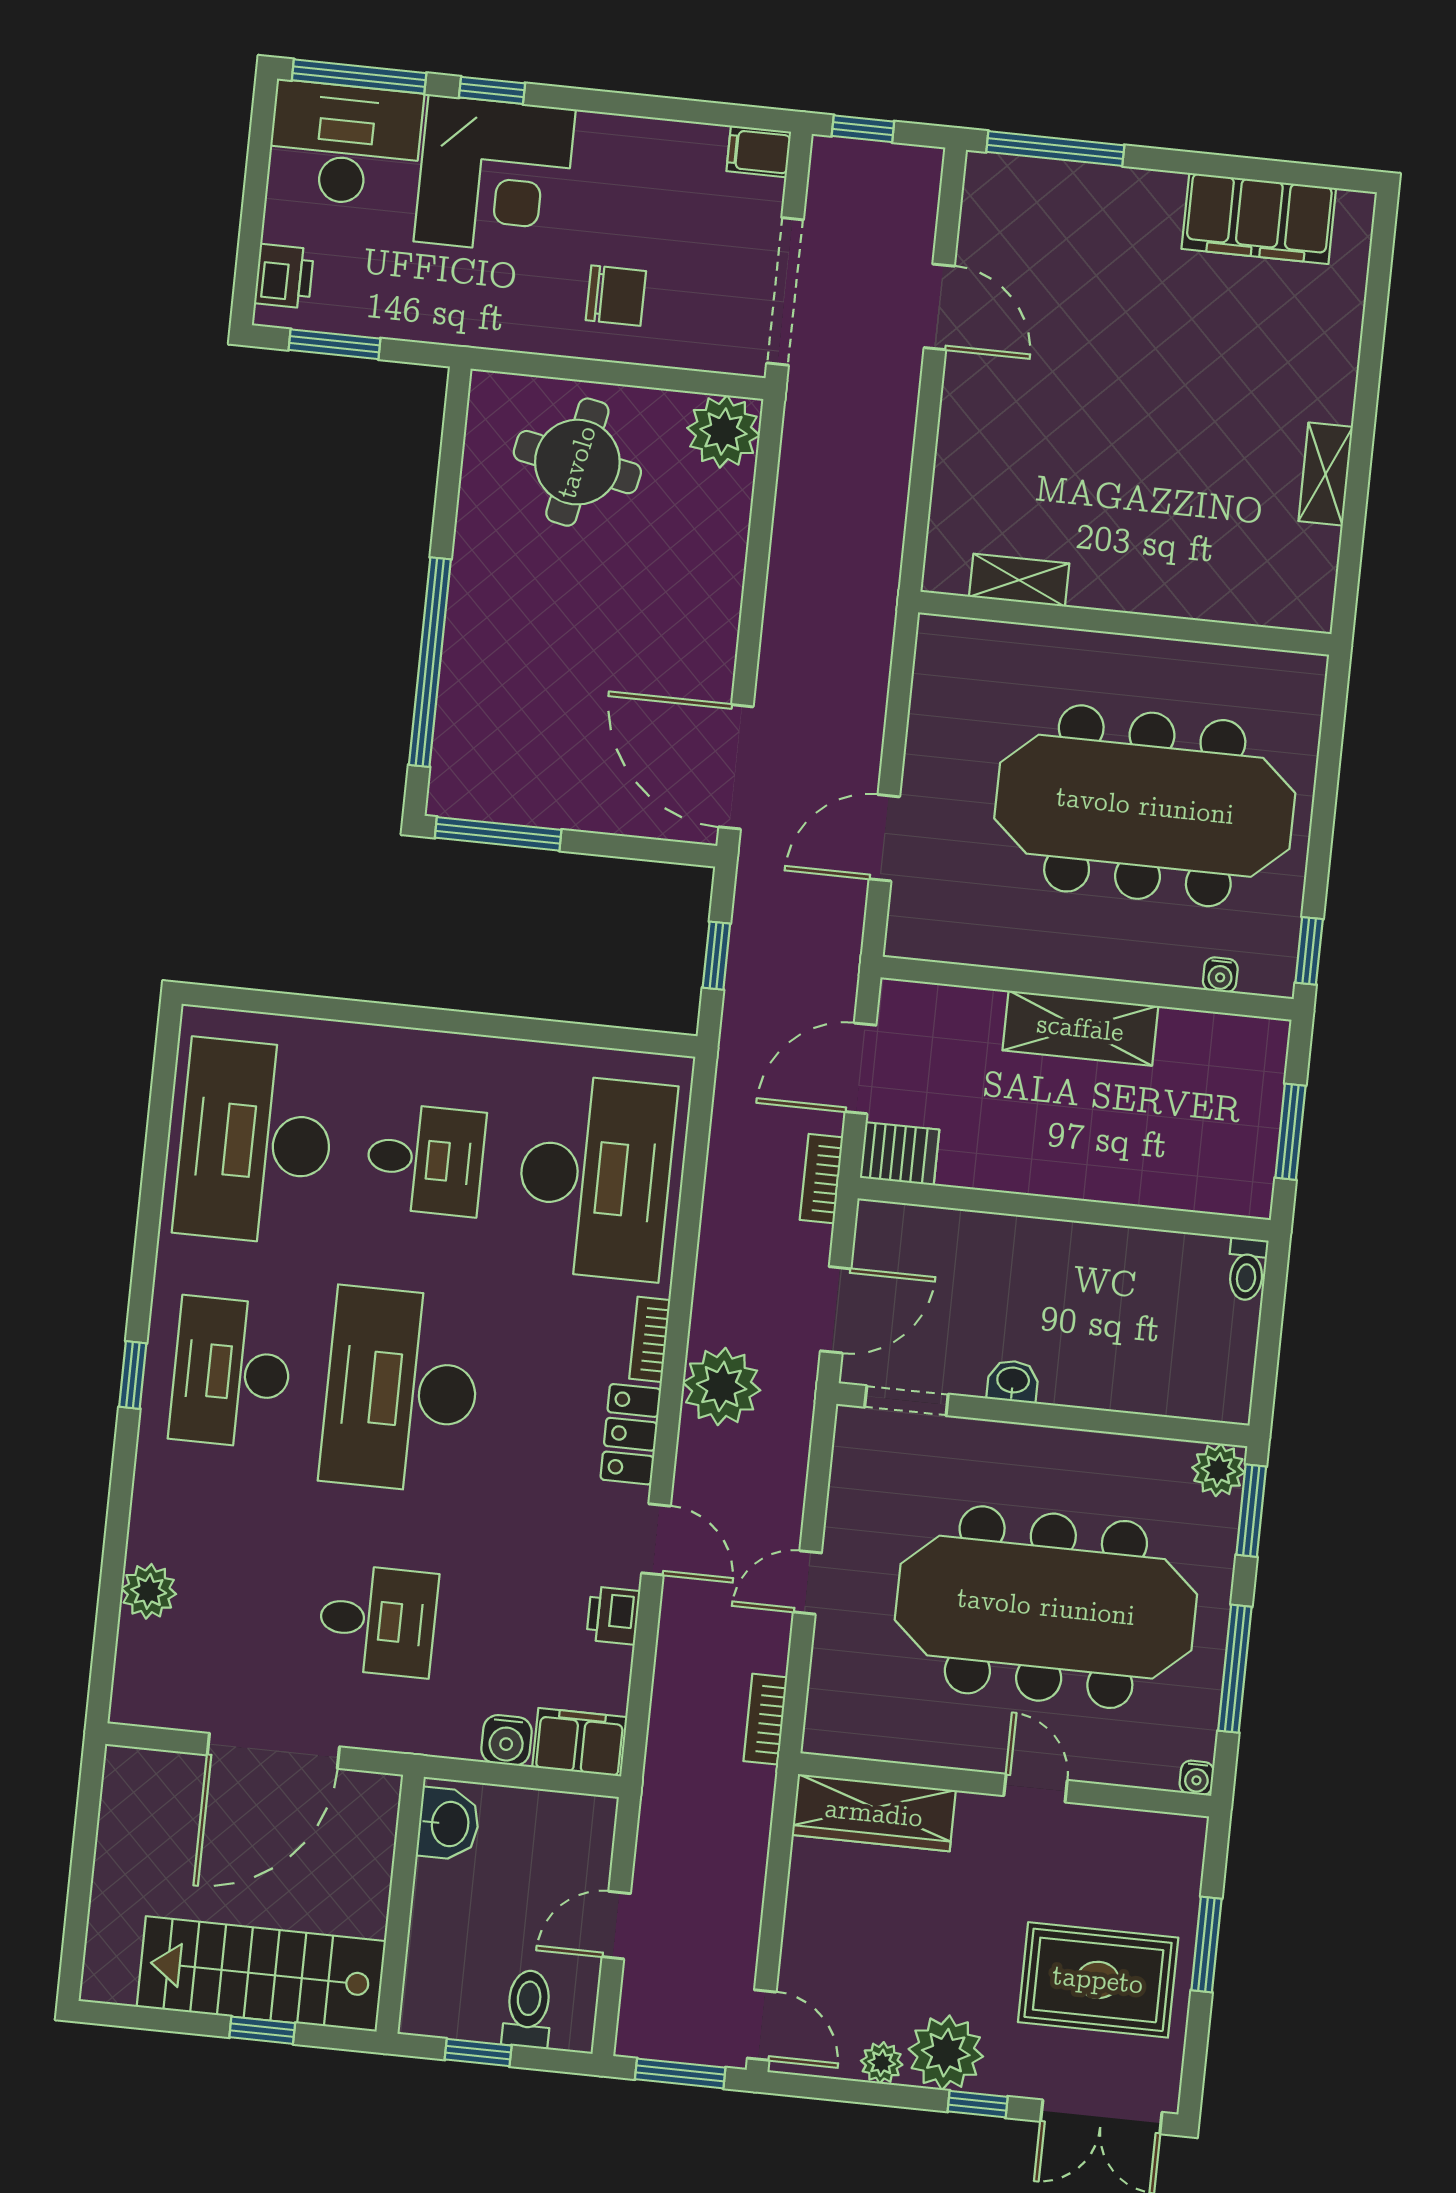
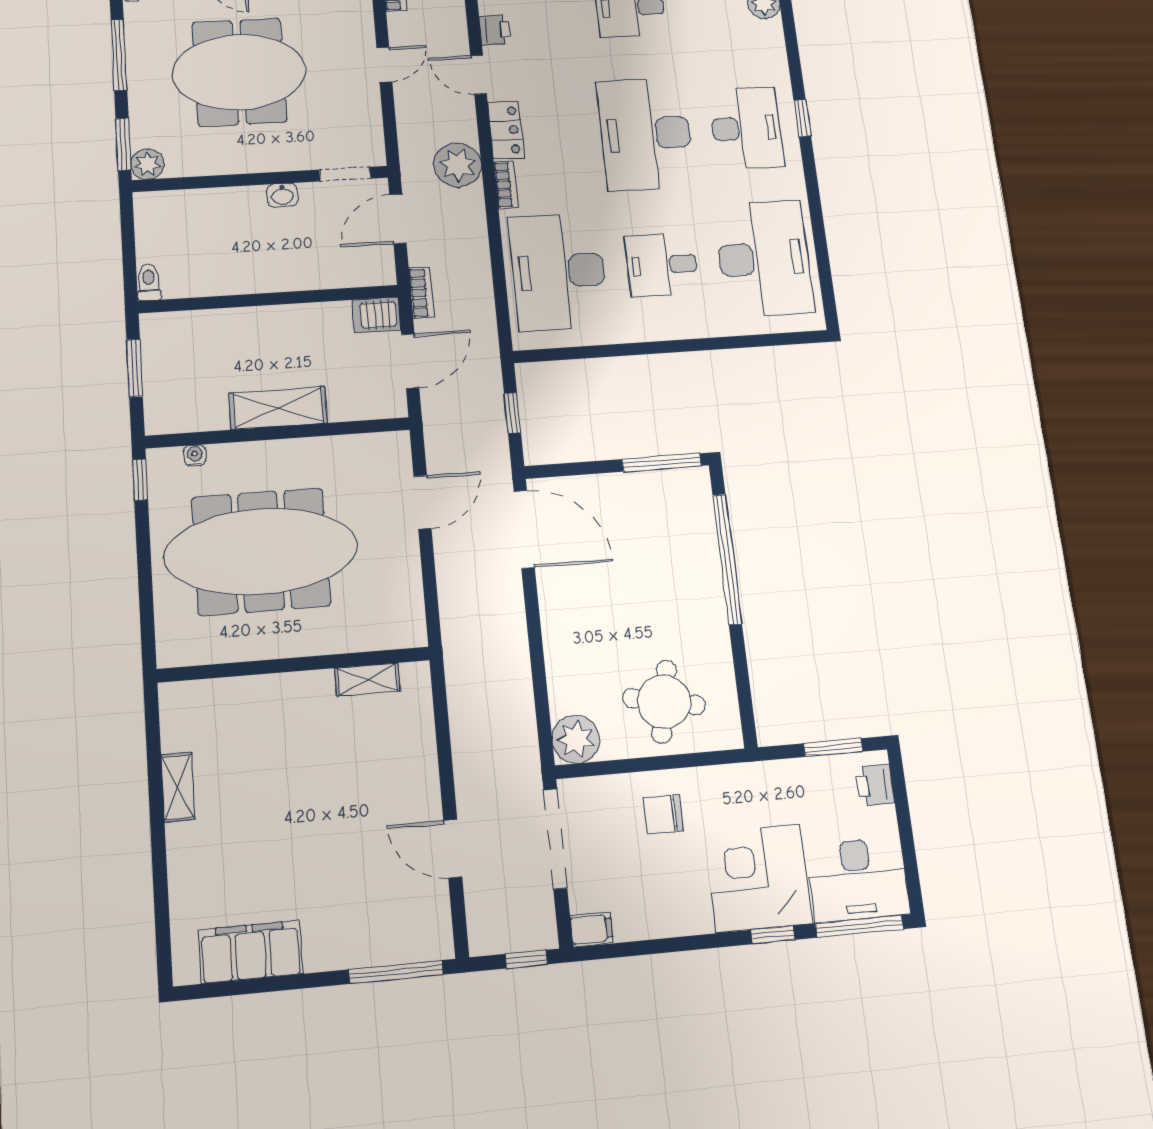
desk: (401, 1390) -> (646, 134), turned 180
meeting table: (1046, 1607) -> (239, 72), width x0.73

